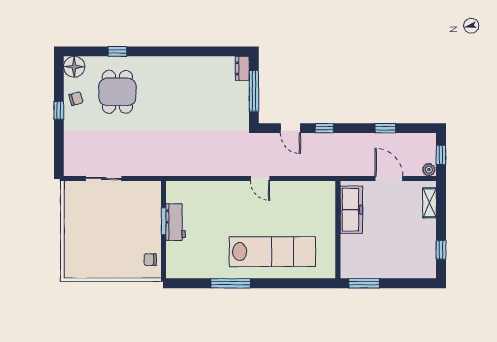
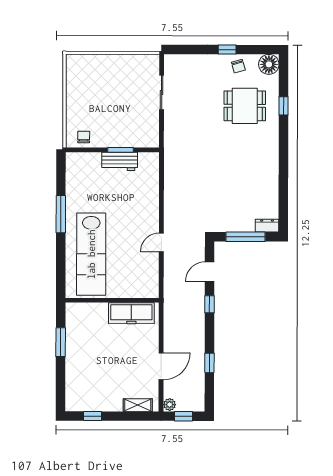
freezer: (351, 210) -> (131, 313), moved
wall: (338, 230) -> (112, 300), moved

